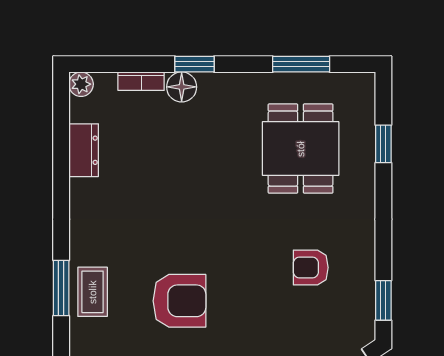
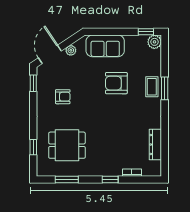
plant: (81, 84) -> (156, 171), removed
floor lamp: (182, 87) -> (115, 170), removed
dining table: (301, 149) -> (67, 145), turned 90
dresser: (84, 150) -> (155, 145), width x1.44

